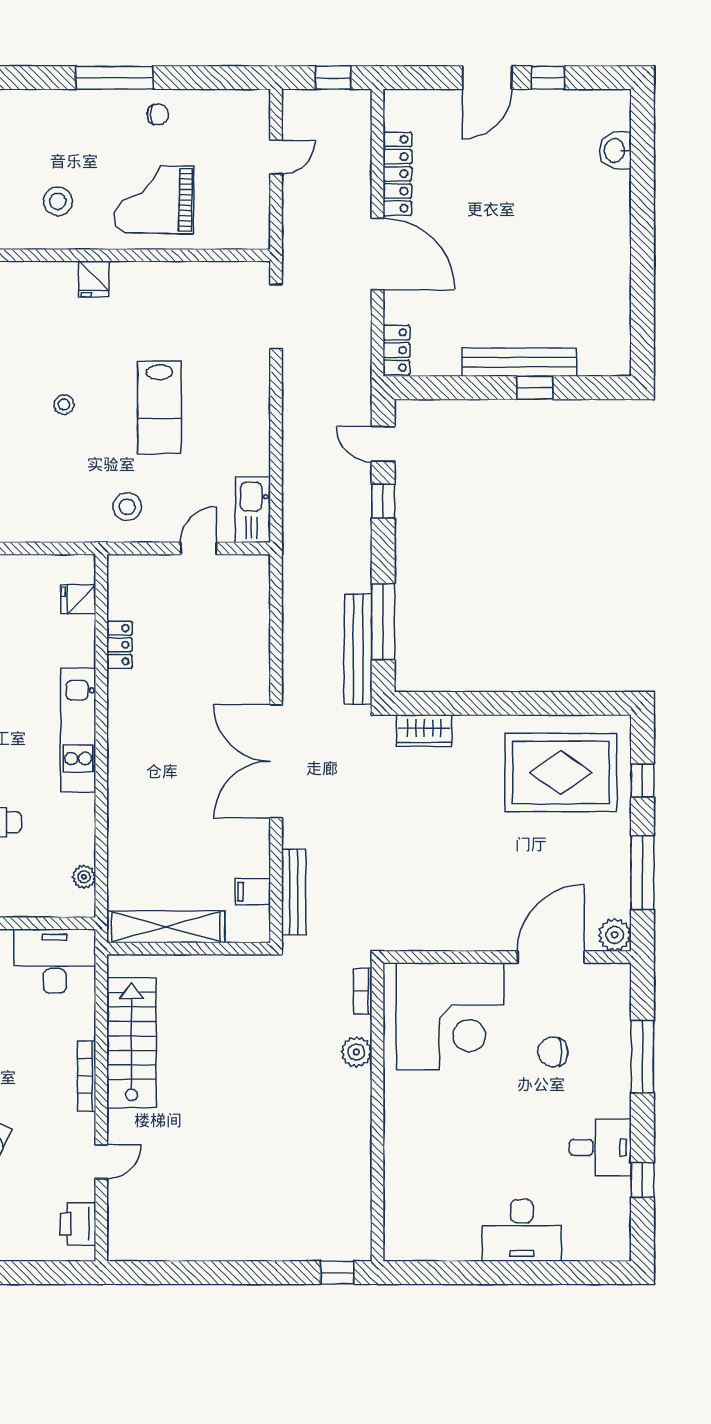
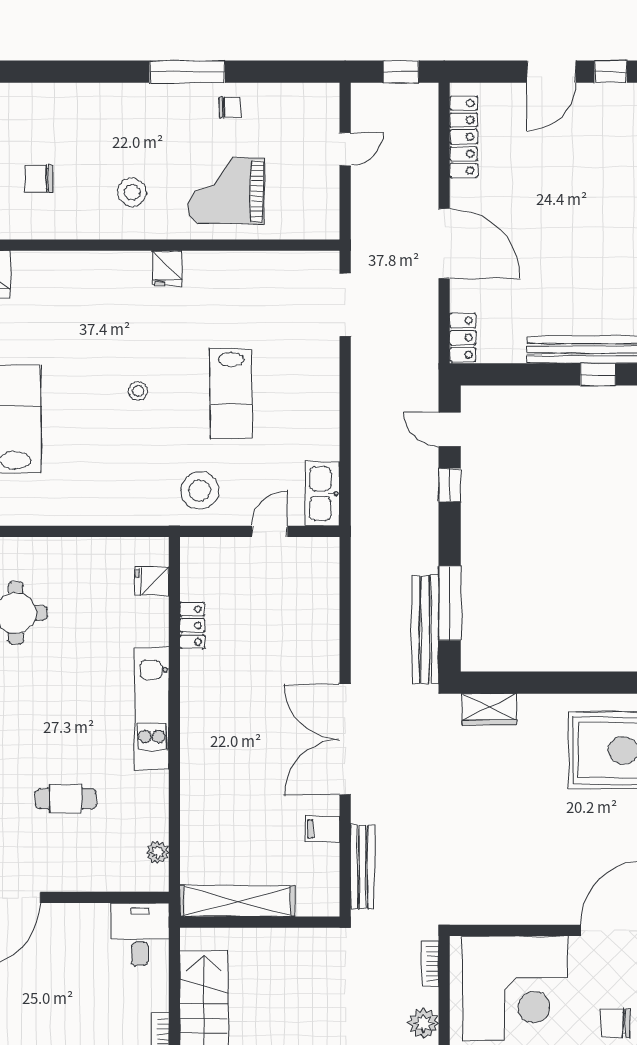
locker: (397, 174) -> (464, 137), moved
stool: (127, 507) -> (200, 491), width x1.38, depth x1.38
filing cabinet: (253, 892) -> (322, 829), moved
desk: (55, 961) -> (140, 934), width x0.73

